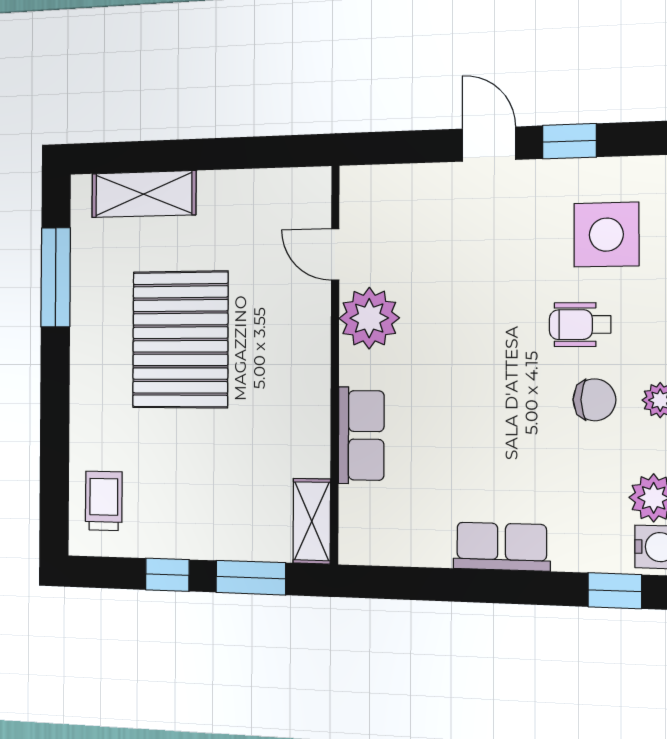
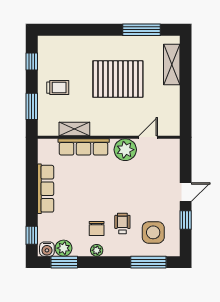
row of seats: (361, 435) -> (84, 147), width x1.48
trolley: (104, 501) -> (58, 88), moved
shelving: (312, 521) -> (74, 129), moved
row of seats: (502, 547) -> (46, 189), width x1.48
window: (167, 575) -> (32, 62), moved

